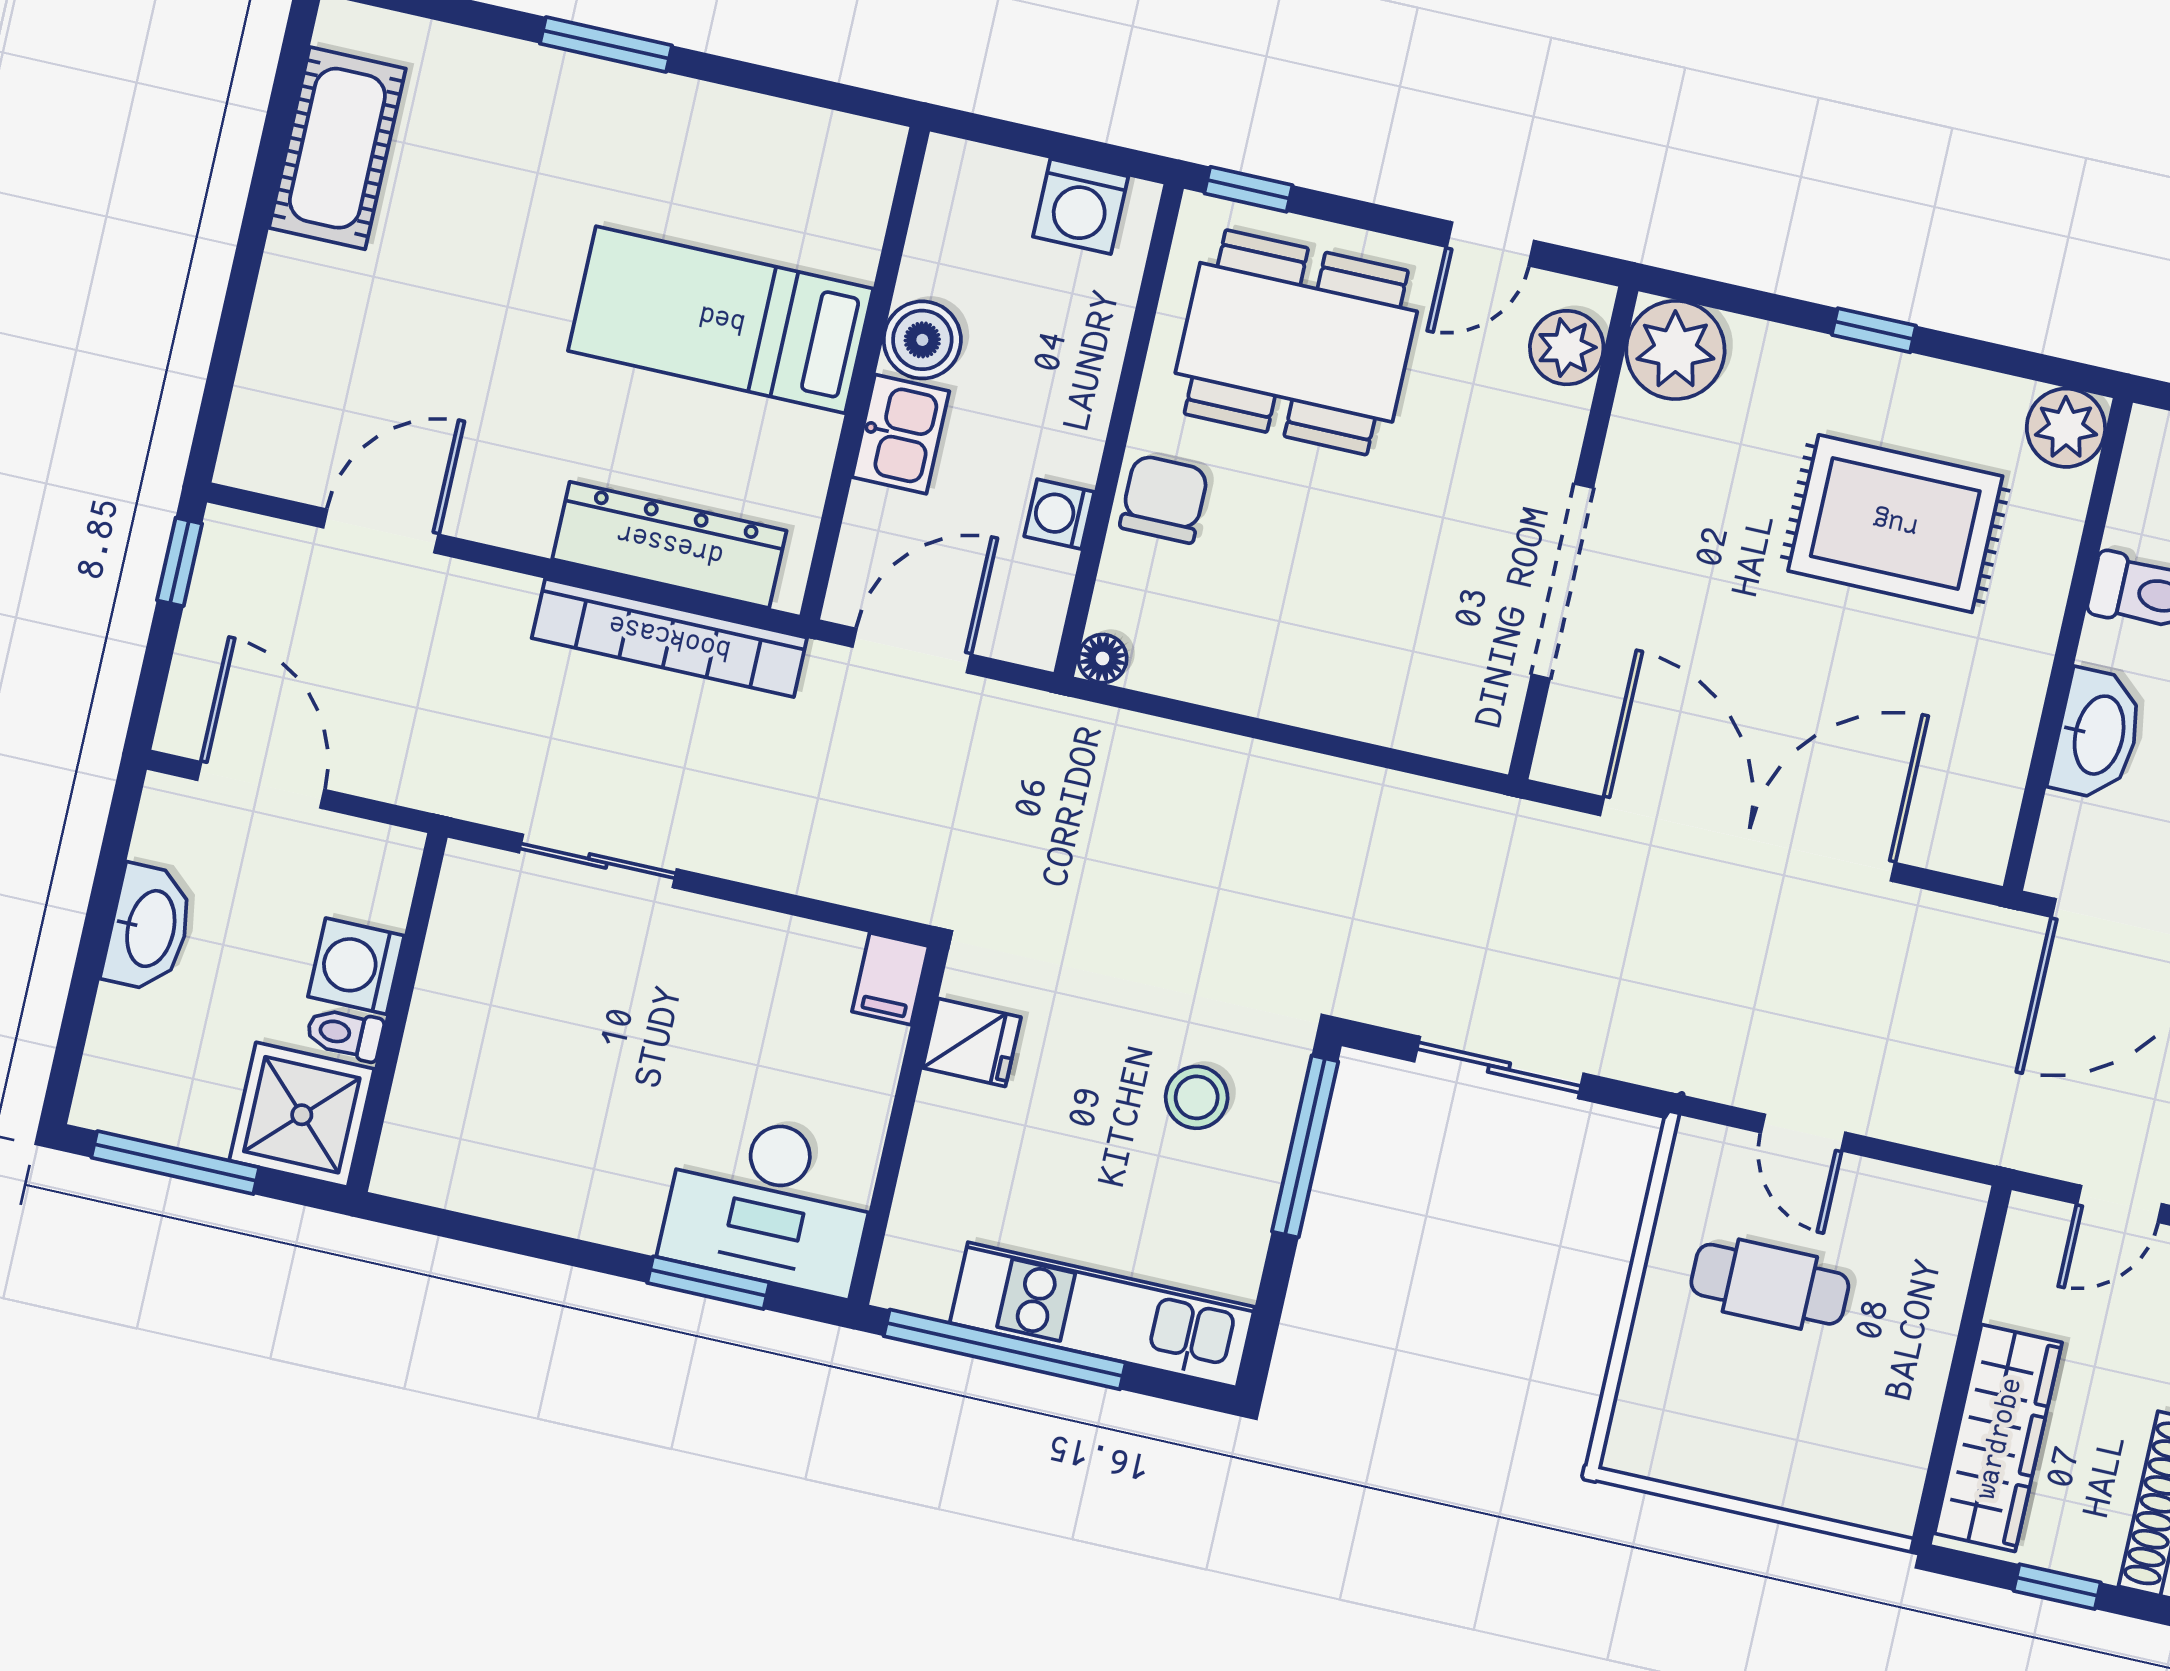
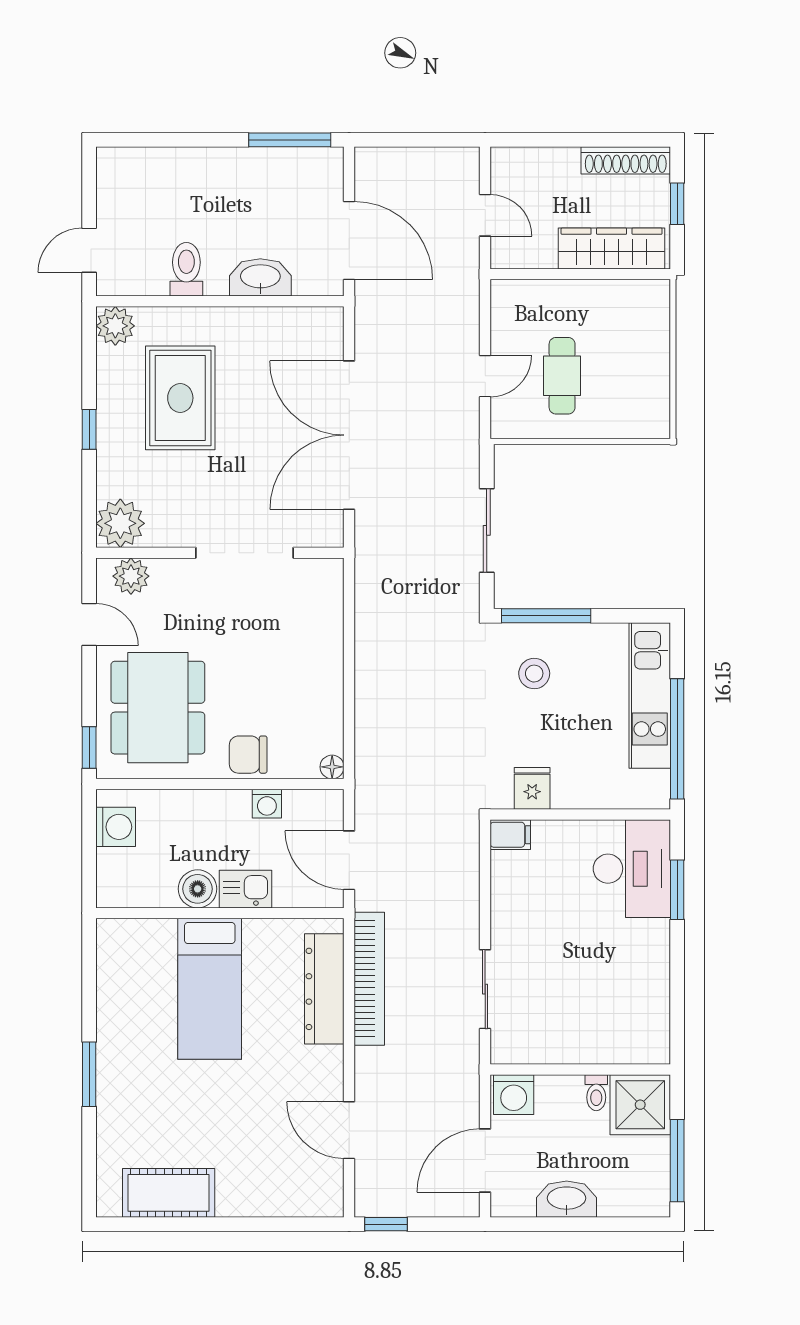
washing machine: (356, 966) -> (514, 1095), moved

